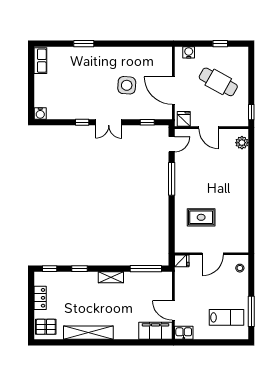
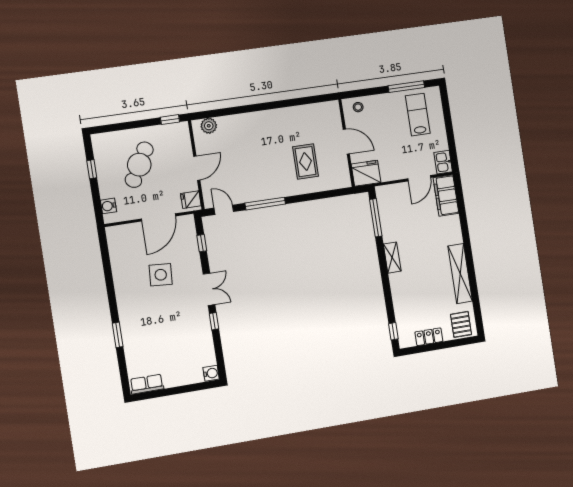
fridge: (182, 261) -> (366, 173), width x1.88, depth x1.34
window: (79, 269) -> (388, 296), removed

